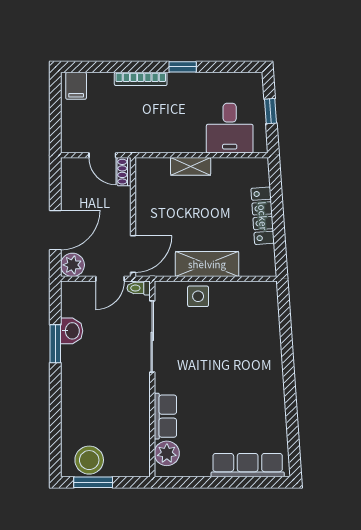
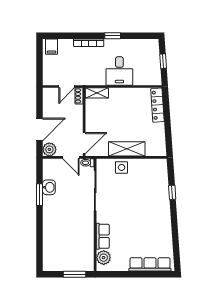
desk: (230, 128) -> (119, 71), moved
door: (102, 155) -> (67, 87), hinge flipped
shelving: (191, 166) -> (97, 93), moved
locker: (263, 216) -> (157, 105), moved
door: (110, 279) -> (71, 157), hinge flipped
window: (286, 340) -> (172, 192), added
stool: (89, 460) -> (59, 261), removed
window: (93, 482) -> (75, 274), moved

